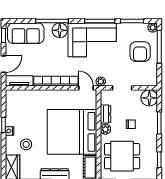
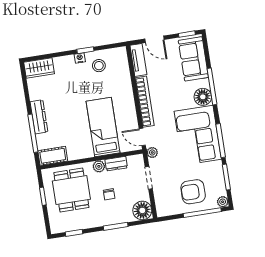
door: (86, 88) -> (142, 137), swing flipped
bed: (72, 132) -> (103, 127), width x0.49
stool: (26, 144) -> (99, 66), moved

